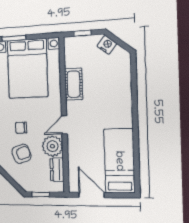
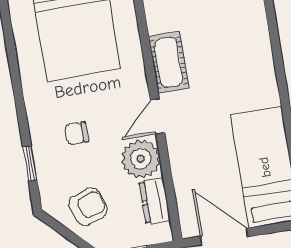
cot: (74, 84) -> (169, 62), moved
armchair: (21, 154) -> (88, 207), moved

